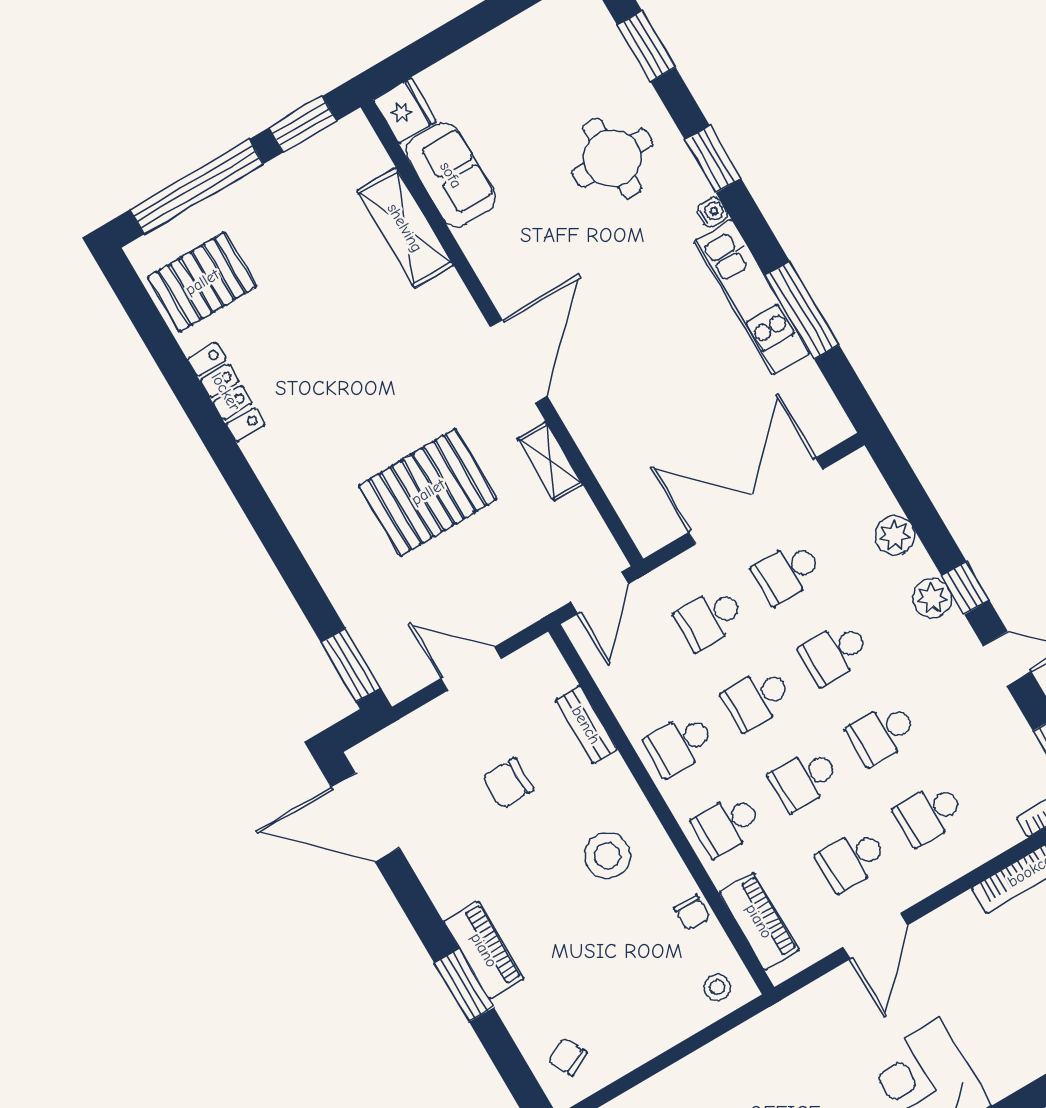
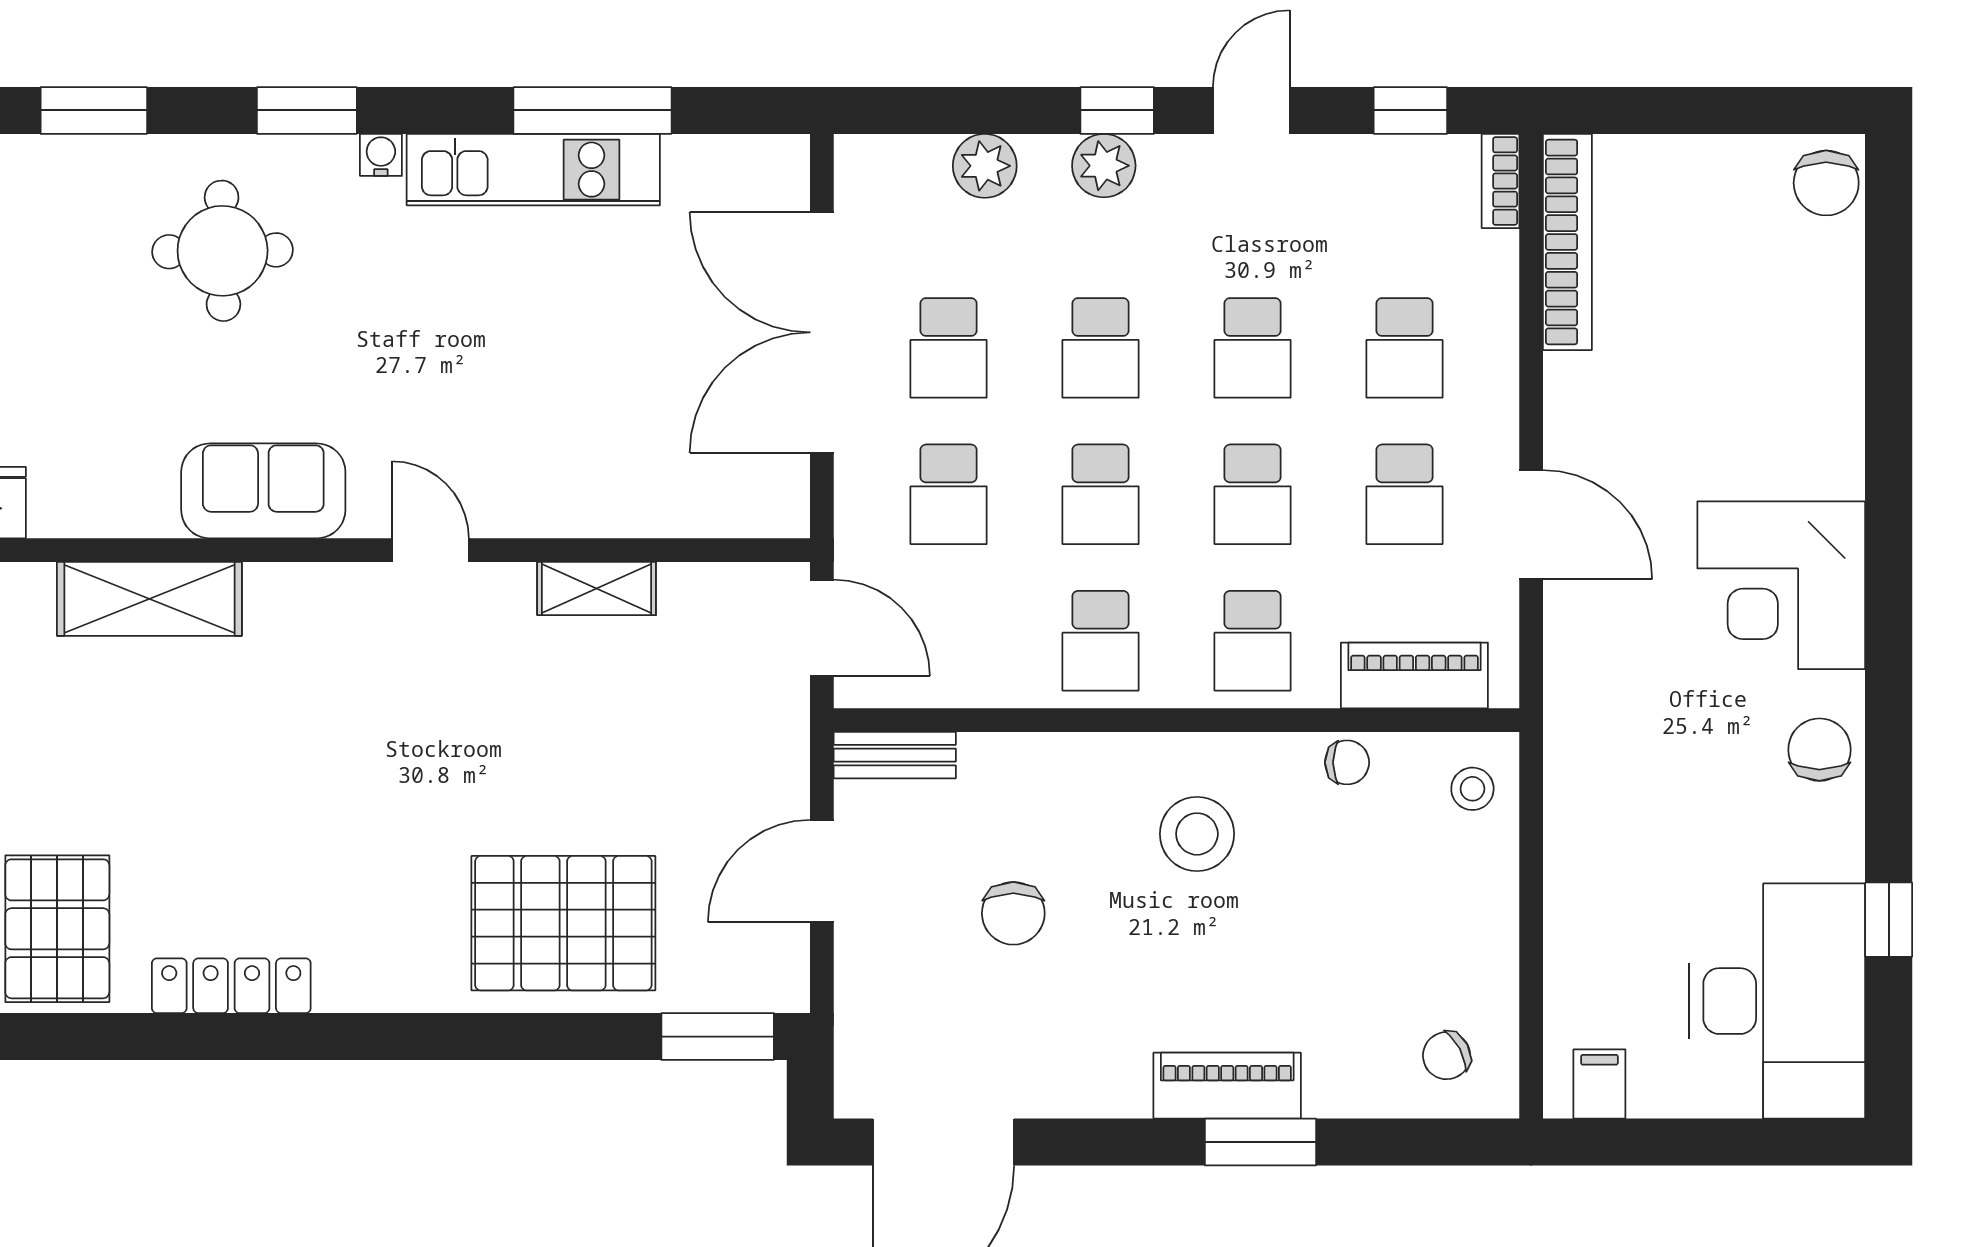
sofa: (451, 175) -> (263, 491), moved
door: (519, 361) -> (430, 550), width x0.53
pallet: (428, 492) -> (563, 923), moved, turned 90
bench: (586, 725) -> (895, 755), moved

